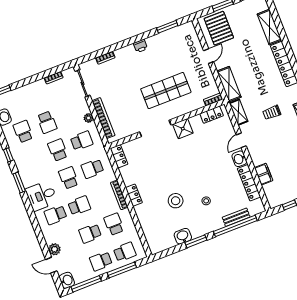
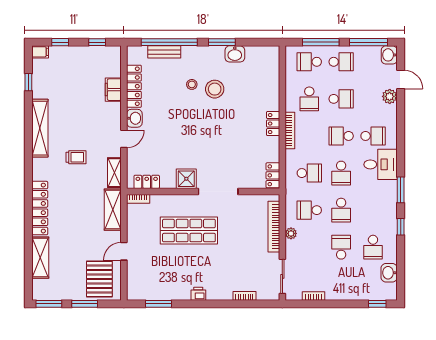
stool: (176, 201) -> (215, 89), moved

